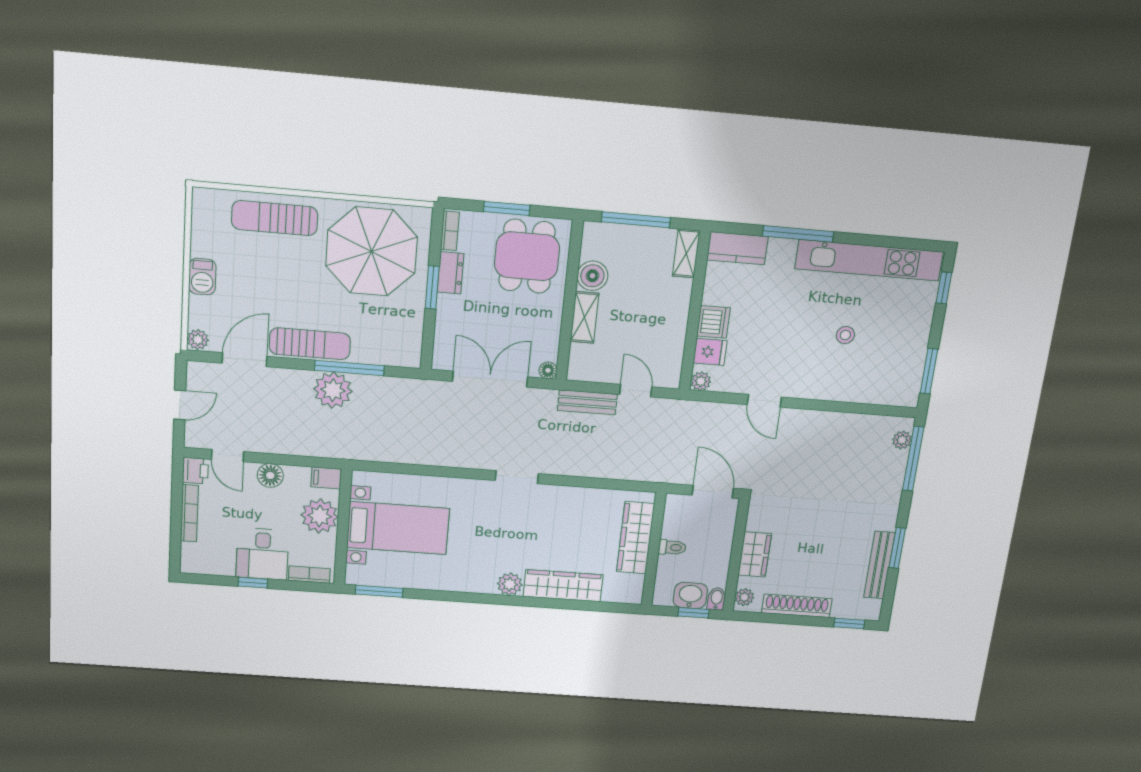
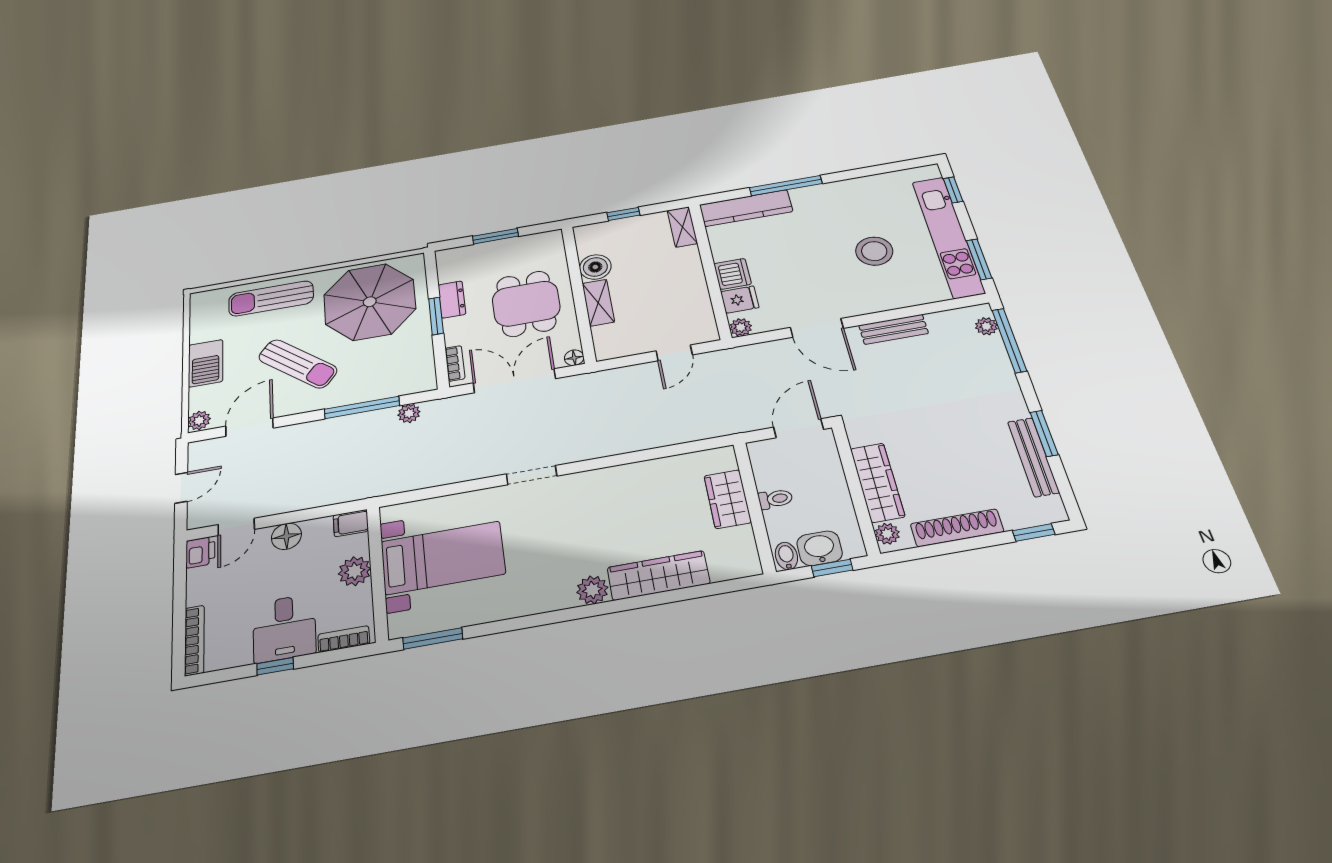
window: (636, 220) -> (623, 214), width x0.46
bookcase: (450, 231) -> (455, 363), moved
kitchen counter: (737, 248) -> (746, 208), width x1.50
dining table: (527, 256) -> (526, 304), moved
kitchen unit: (869, 260) -> (948, 237), moved, turned 90
barbecue: (202, 277) -> (206, 363), width x1.38, depth x1.27
stool: (845, 335) -> (874, 251), width x1.89, depth x1.89
sun lounger: (310, 344) -> (298, 364), moved, turned 39
plant: (333, 390) -> (409, 413), moved, width x0.53, depth x0.53
door: (636, 391) -> (674, 353), swing flipped
door: (764, 401) -> (817, 328), width x1.38
bench: (587, 402) -> (894, 329), moved
door: (227, 456) -> (236, 527), hinge flipped
doorway: (517, 477) -> (532, 475), moved
door: (713, 492) -> (799, 428), hinge flipped
bookcase: (189, 513) -> (194, 640), moved
plant: (320, 516) -> (355, 571), width x0.73, depth x0.73
wardrobe: (635, 538) -> (728, 499), width x0.67
wardrobe: (755, 555) -> (877, 482), width x1.50
bidet: (717, 599) -> (786, 556), moved

